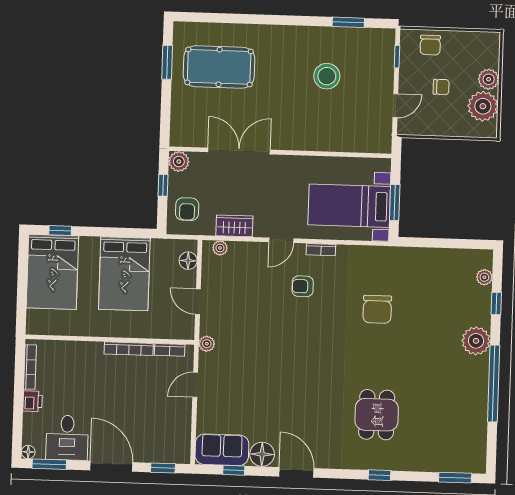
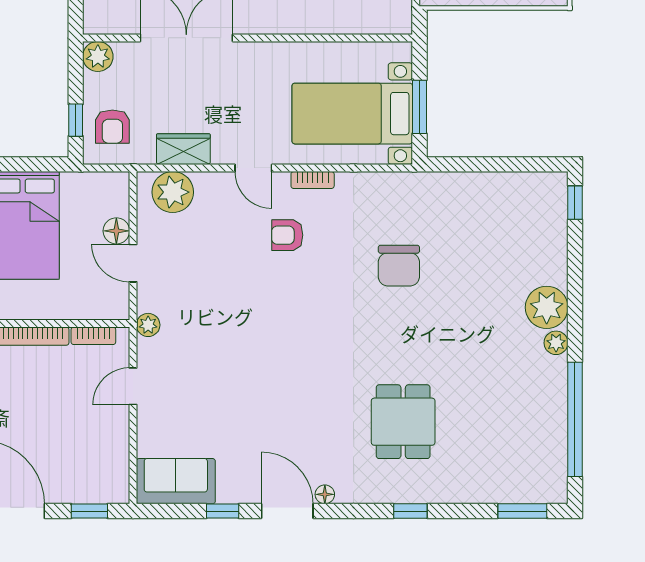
window: (163, 185) -> (76, 120), moved
door: (281, 240) -> (253, 168), hinge flipped
plant: (220, 248) -> (173, 192), width x1.88, depth x1.88
floor lamp: (188, 261) -> (116, 231), moved
plant: (484, 277) -> (556, 343), moved
window: (496, 304) -> (575, 203), moved
window: (494, 384) -> (575, 419), moved
floor lamp: (262, 454) -> (325, 494), moved, width x0.53, depth x0.53
window: (234, 470) -> (223, 511), moved

